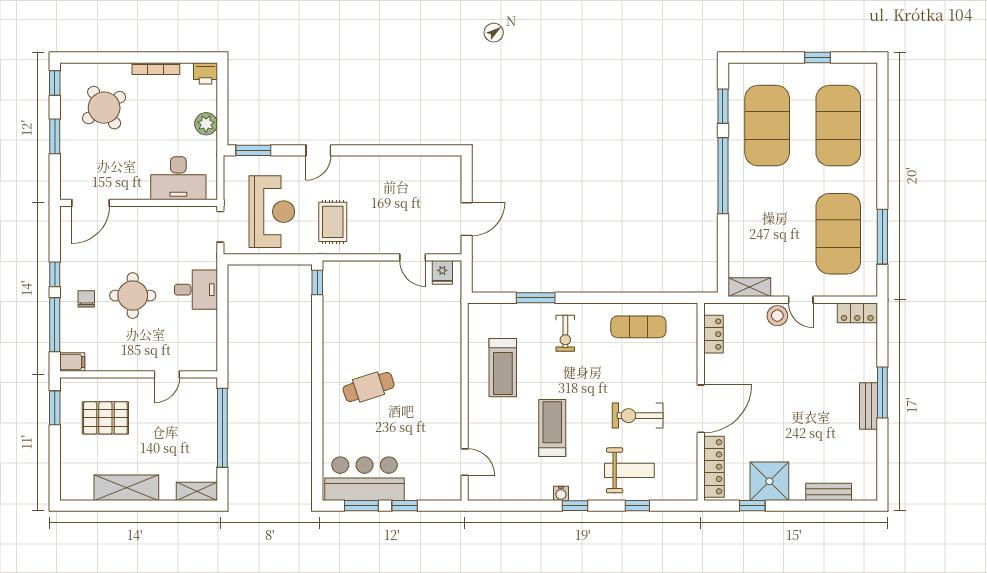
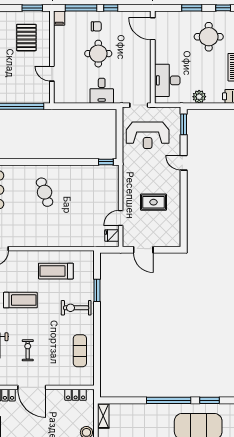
round table: (104, 108) -> (209, 37), turned 34
rug: (333, 222) -> (153, 202), moved
exercise bike: (565, 333) -> (76, 308), width x1.38, depth x1.39
exercise bike: (638, 416) -> (28, 350), width x0.73, depth x0.72

